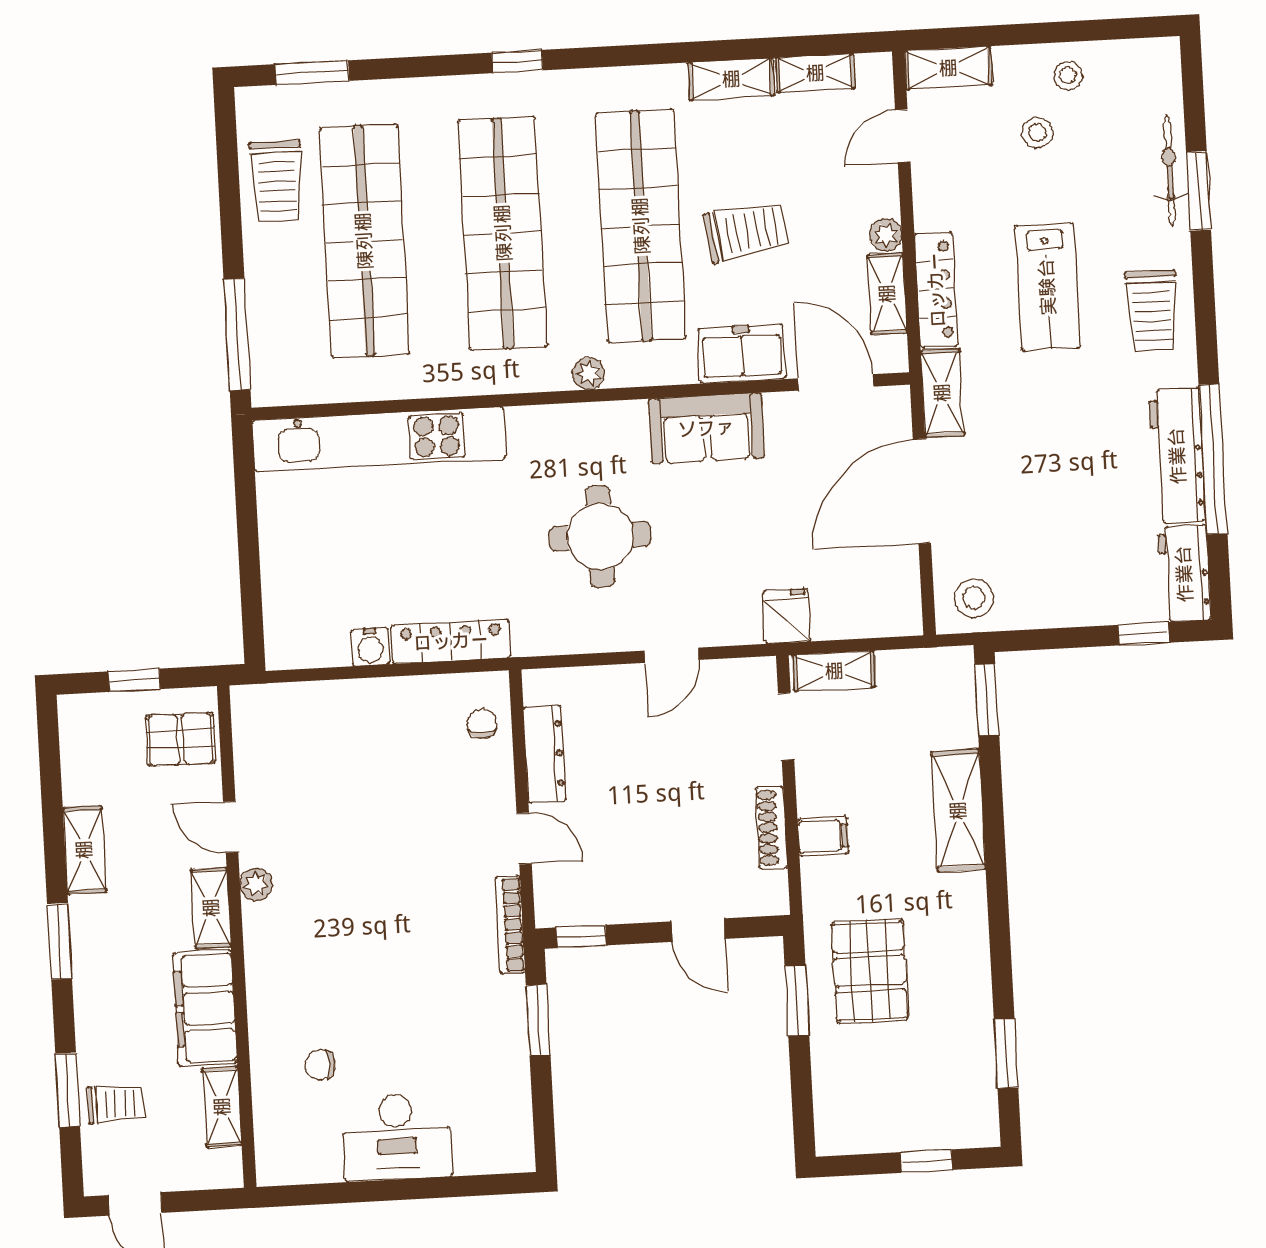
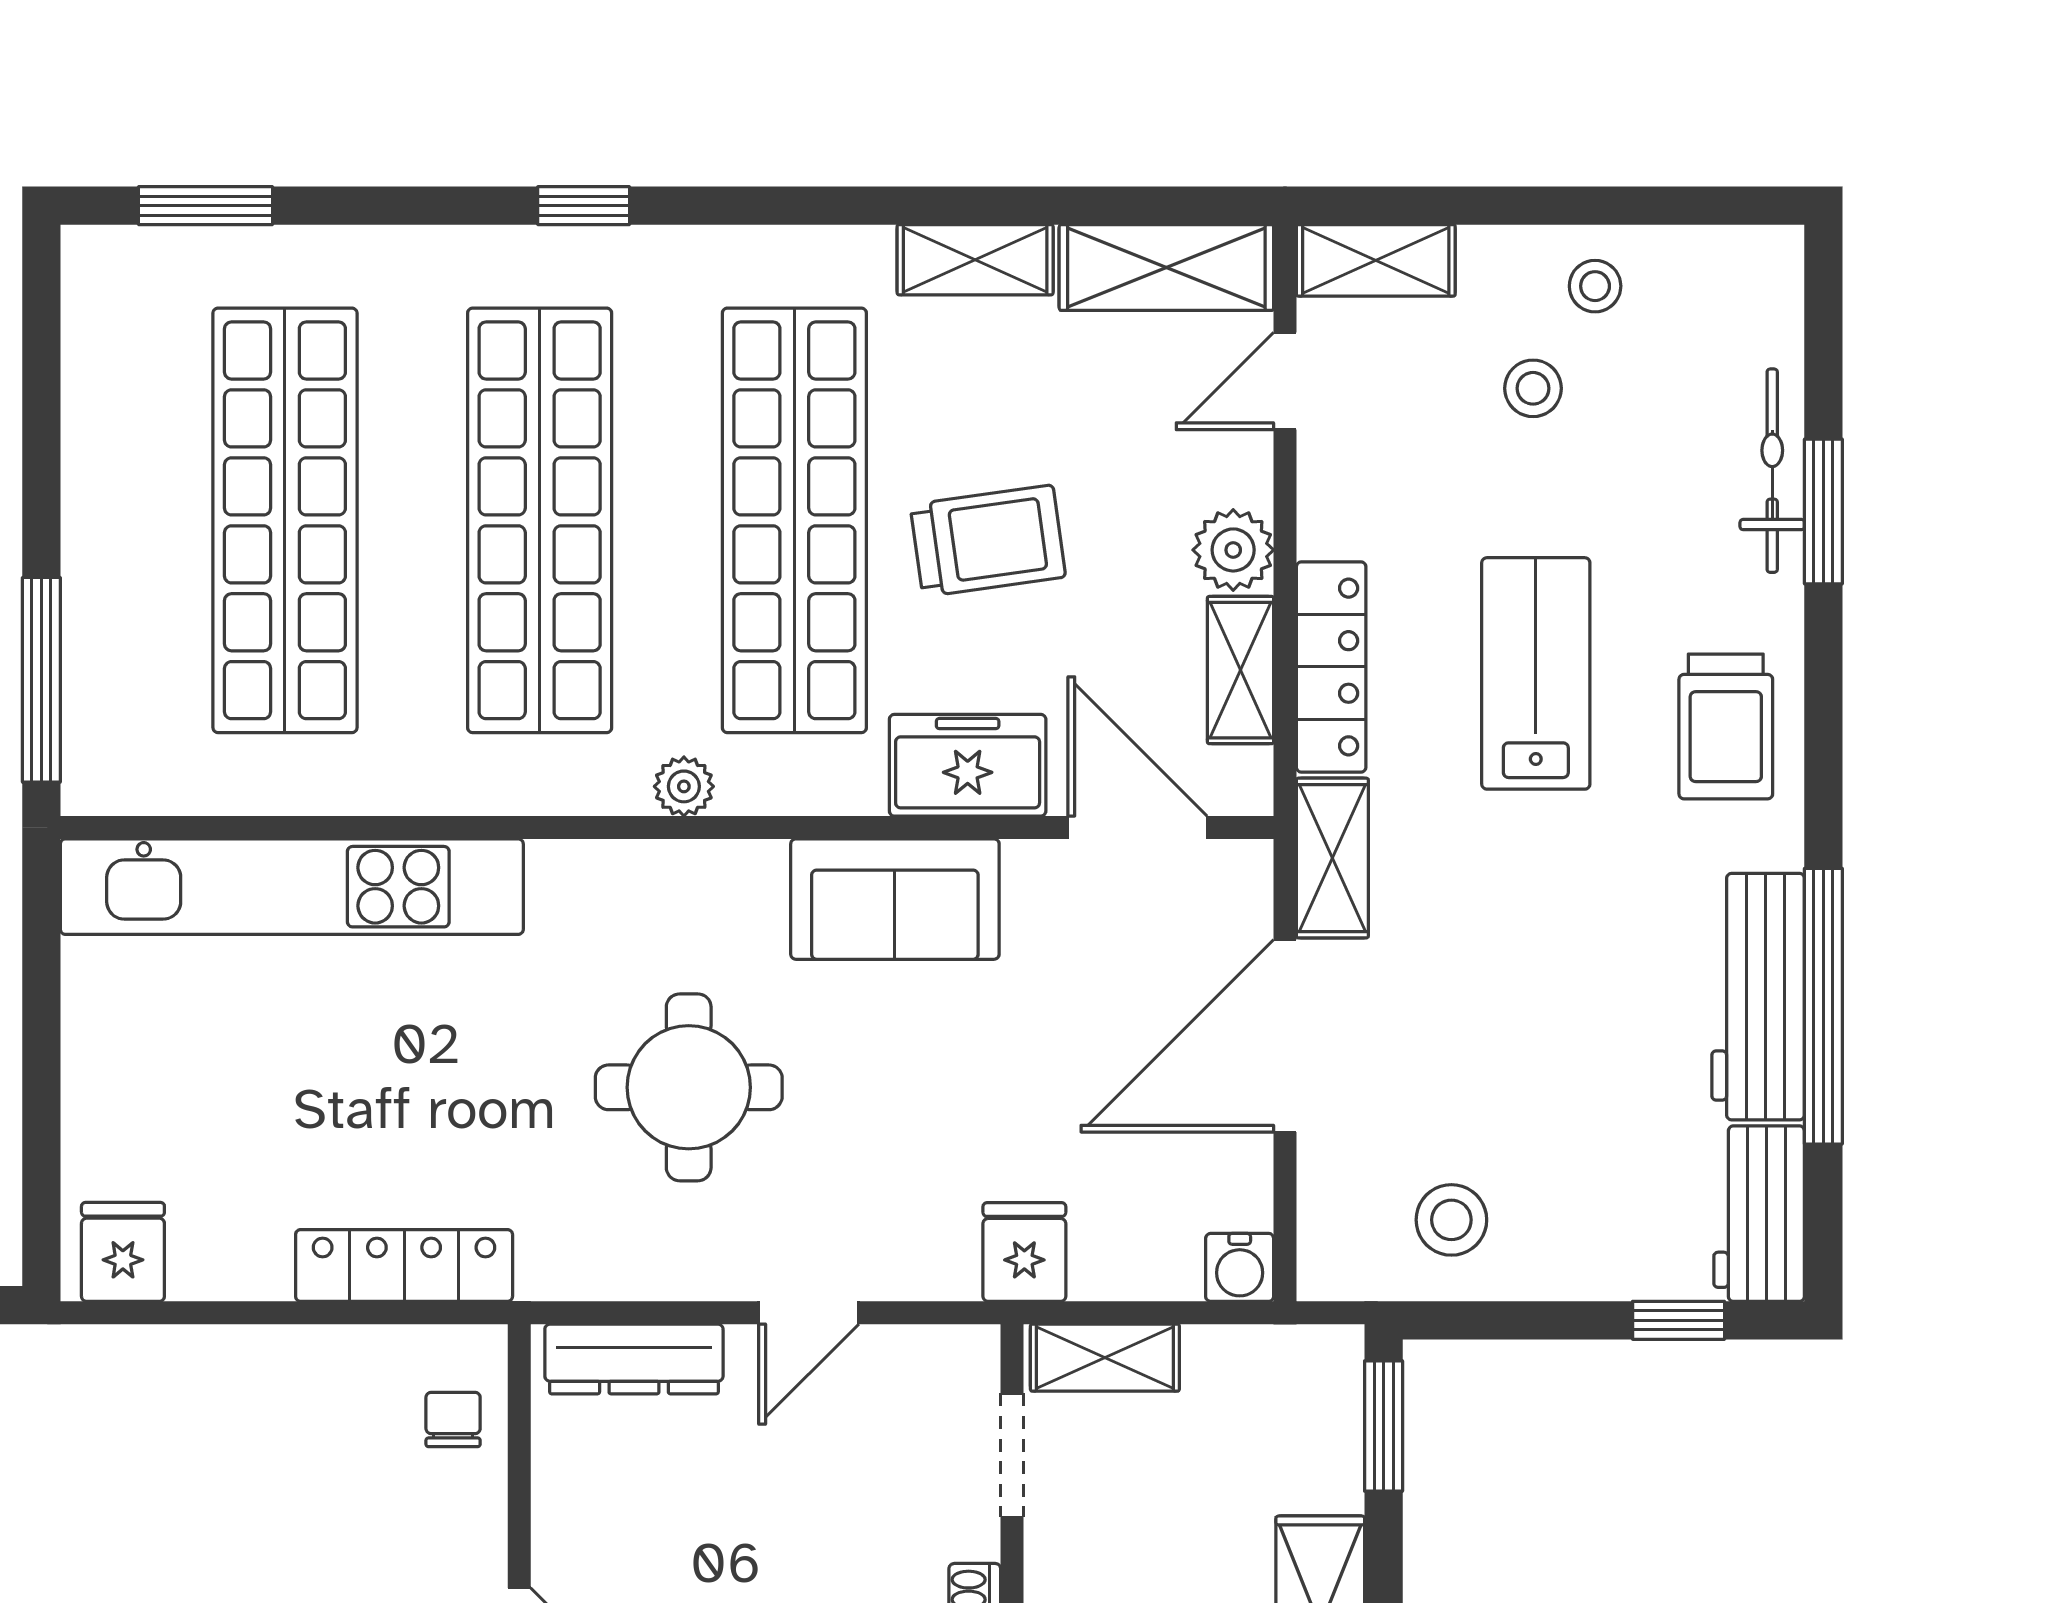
shelving: (815, 73) -> (1166, 268), width x1.50, depth x1.33
trolley: (277, 181) -> (130, 401), removed
plant: (886, 235) -> (1233, 550), width x1.38, depth x1.38
lab bench: (1047, 287) -> (1536, 673), turned 180
stool: (974, 598) -> (1451, 1220), moved
fridge: (298, 642) -> (123, 1252), added
water cooler: (370, 647) -> (1240, 1267), moved
dresser: (545, 754) -> (634, 1359), moved, turned 90

